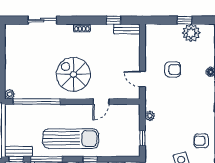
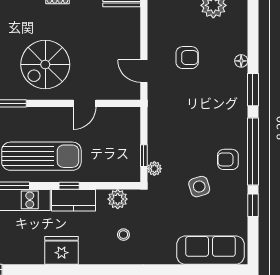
spiral stairs: (73, 74) -> (45, 65), turned -90
plant: (150, 116) -> (154, 169), moved

